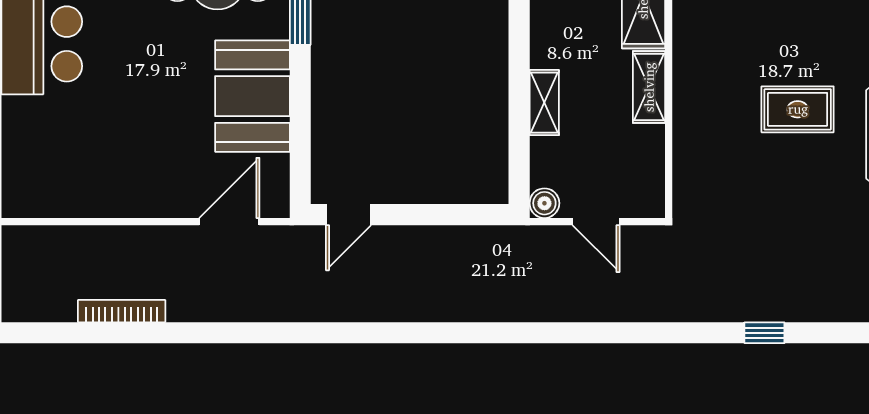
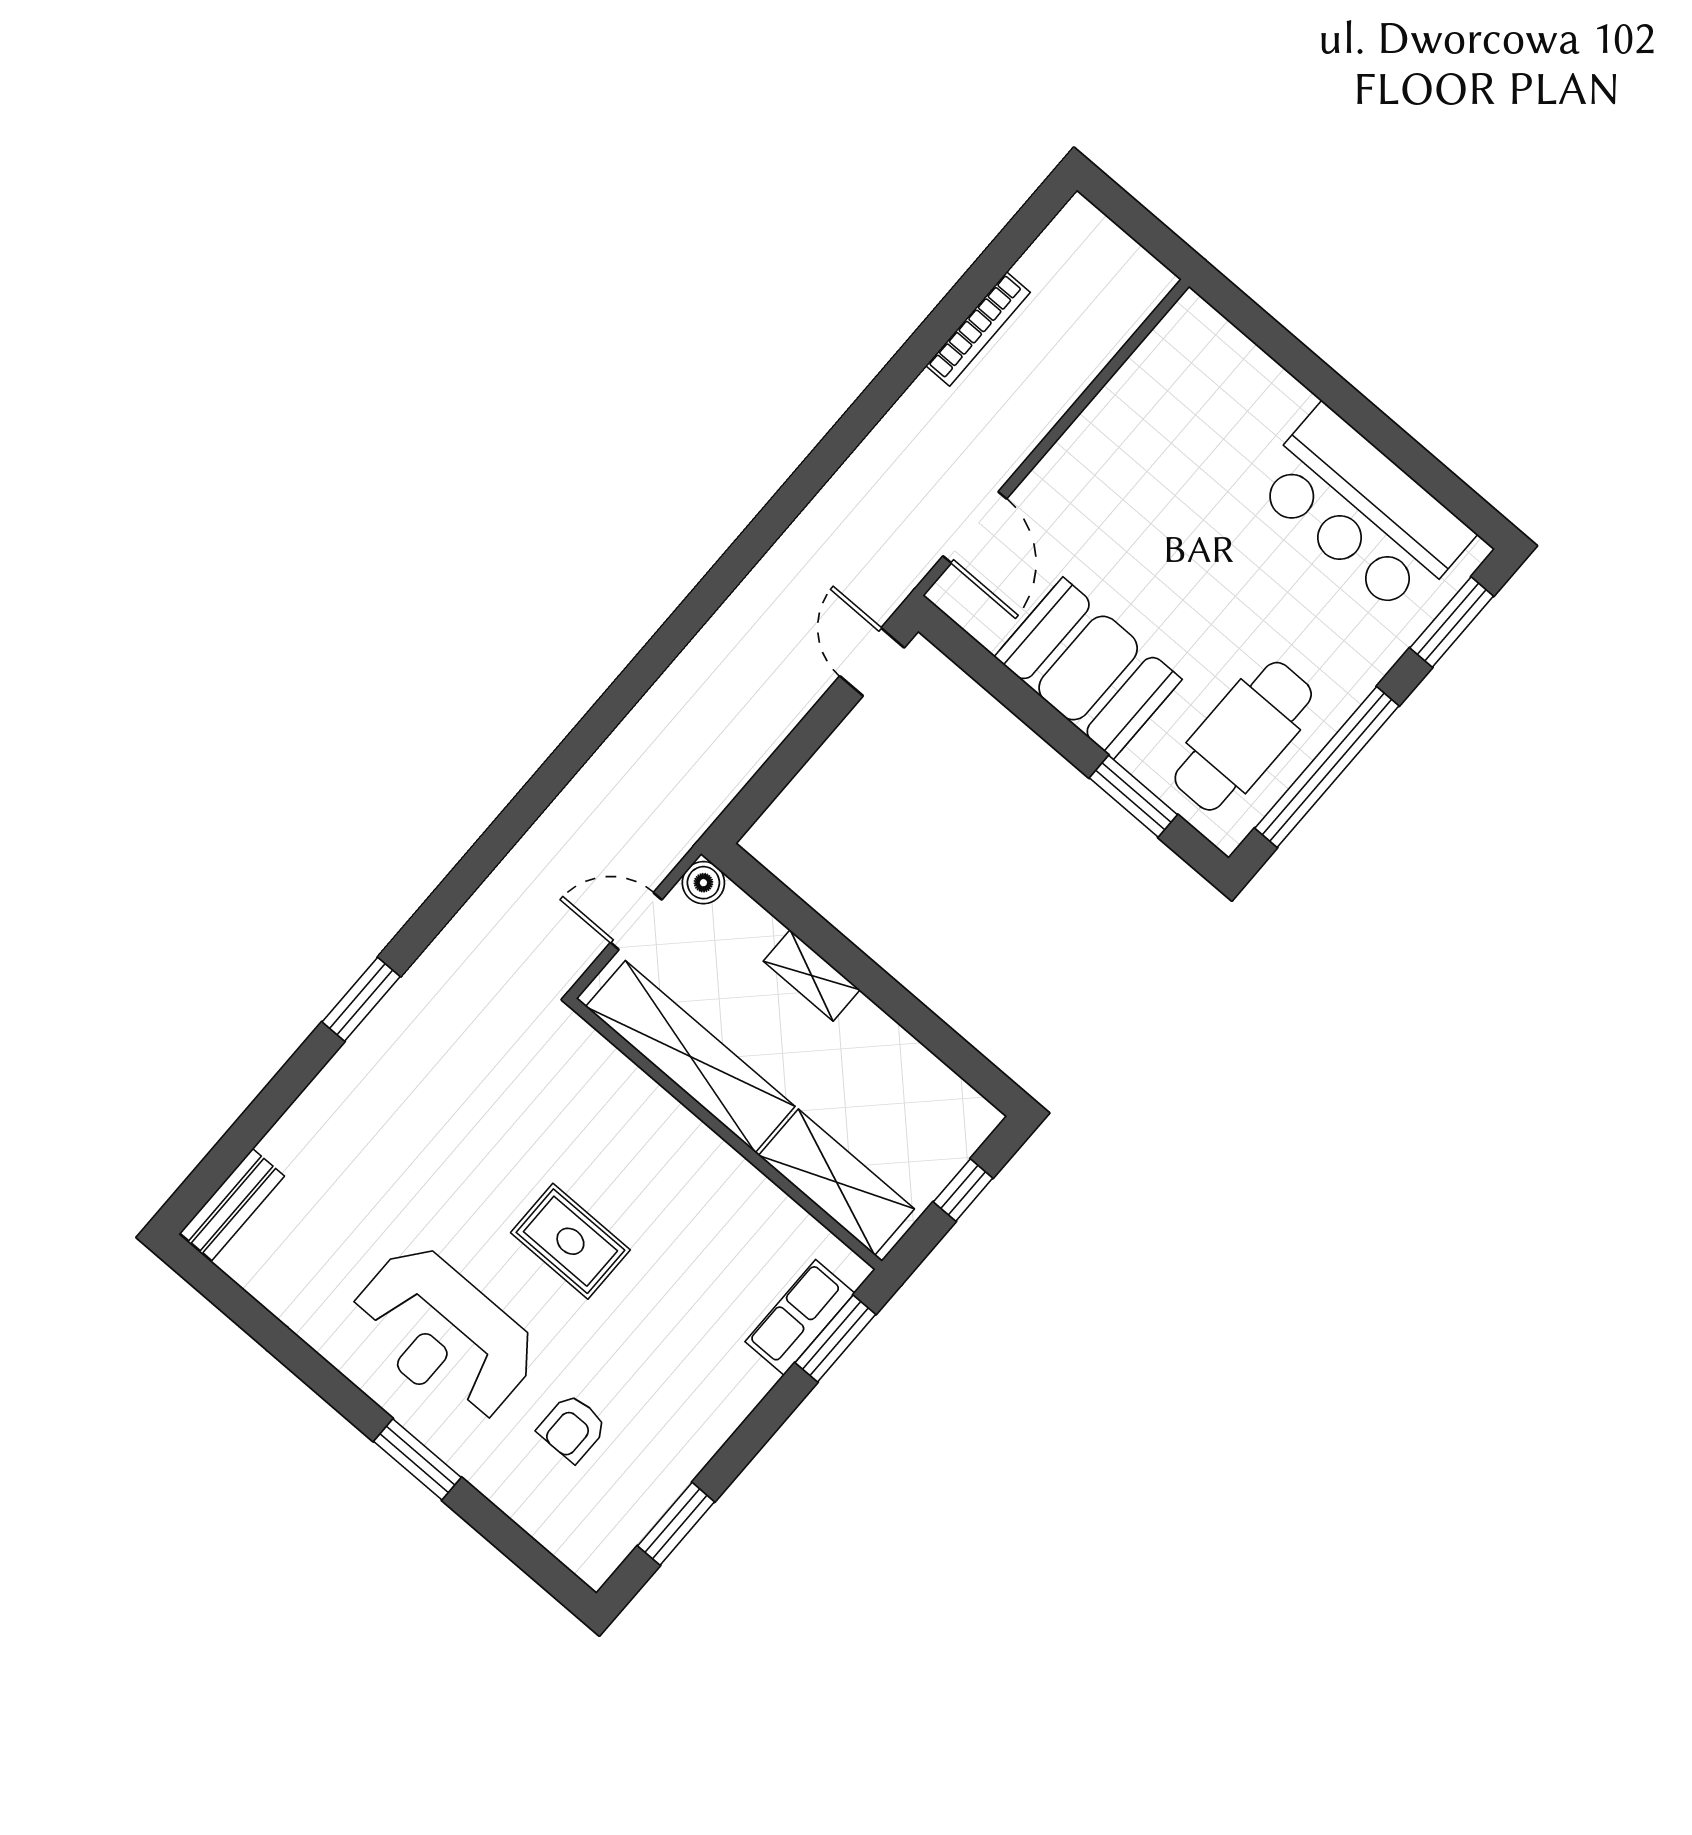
shelving: (649, 87) -> (690, 1057), width x2.20, depth x1.33
rug: (798, 109) -> (570, 1241), turned 90
window: (764, 333) -> (361, 999), width x1.50

